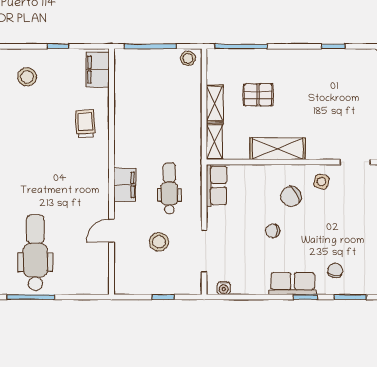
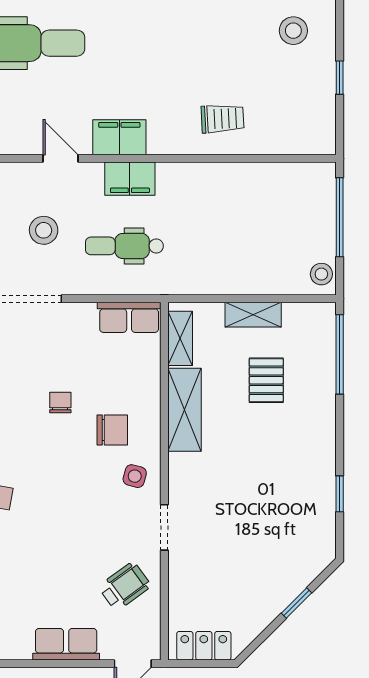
filing cabinet: (98, 70) -> (119, 137), moved
shelving: (215, 141) -> (180, 338), moved, turned 90
dental chair: (169, 188) -> (124, 246), turned 180
chair: (291, 196) -> (112, 430), turned 120

